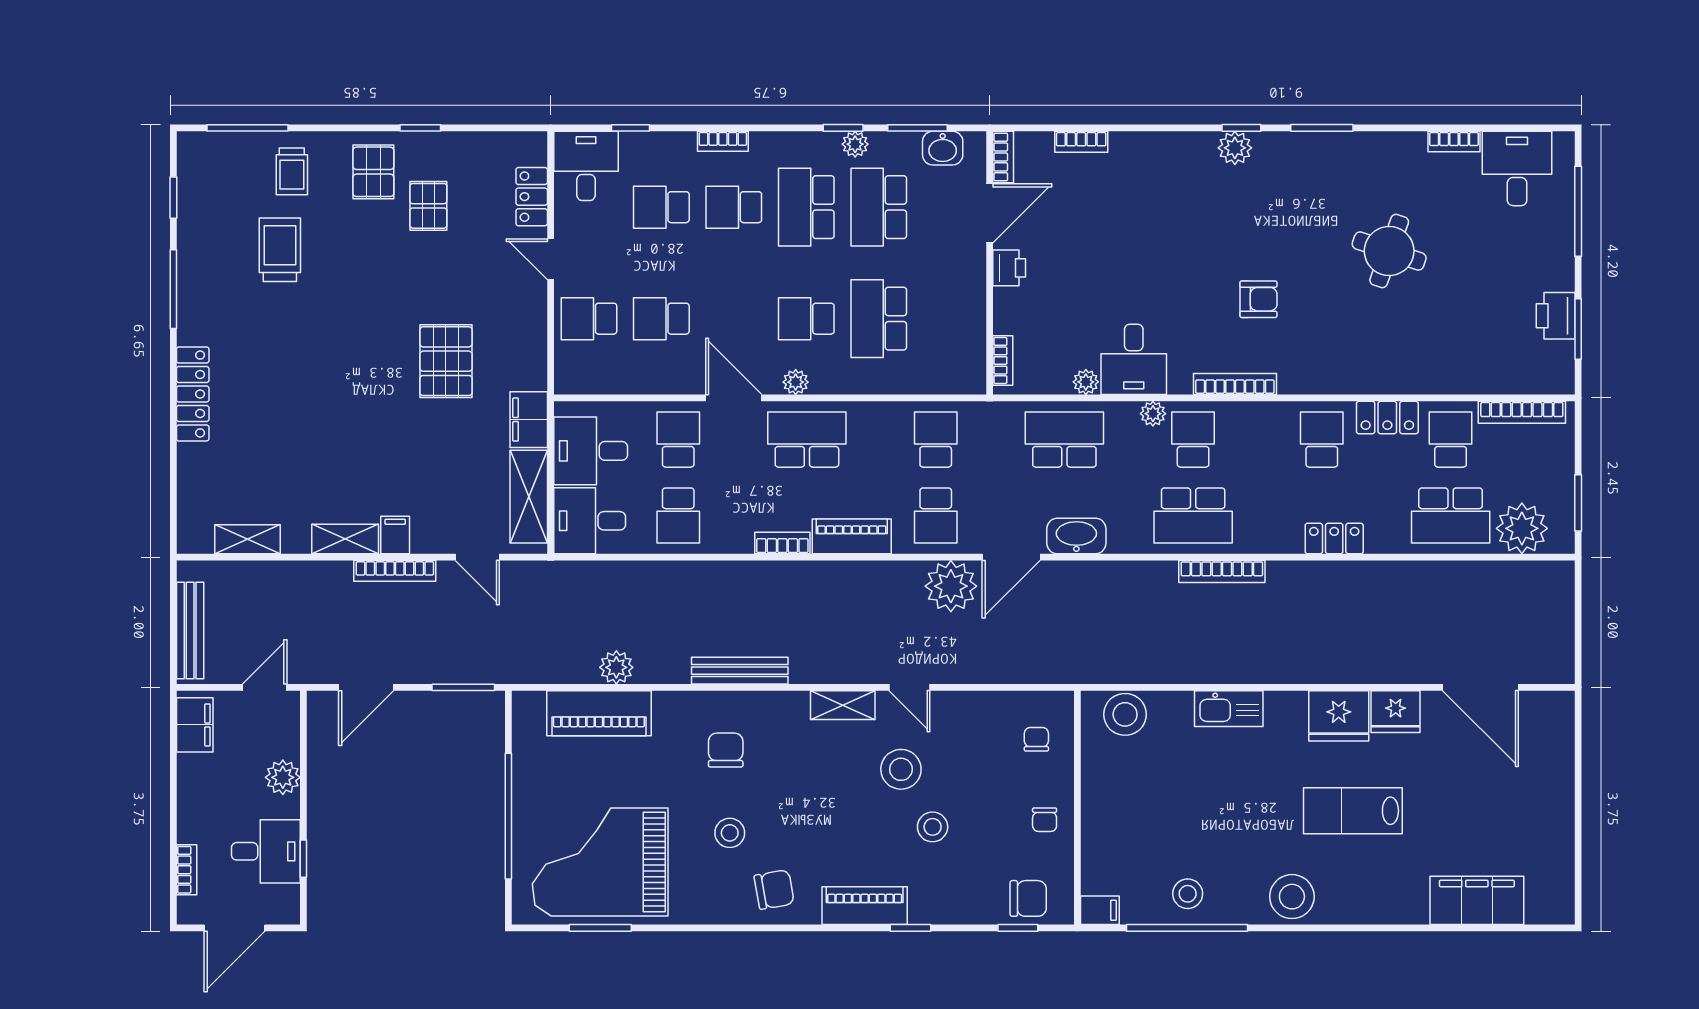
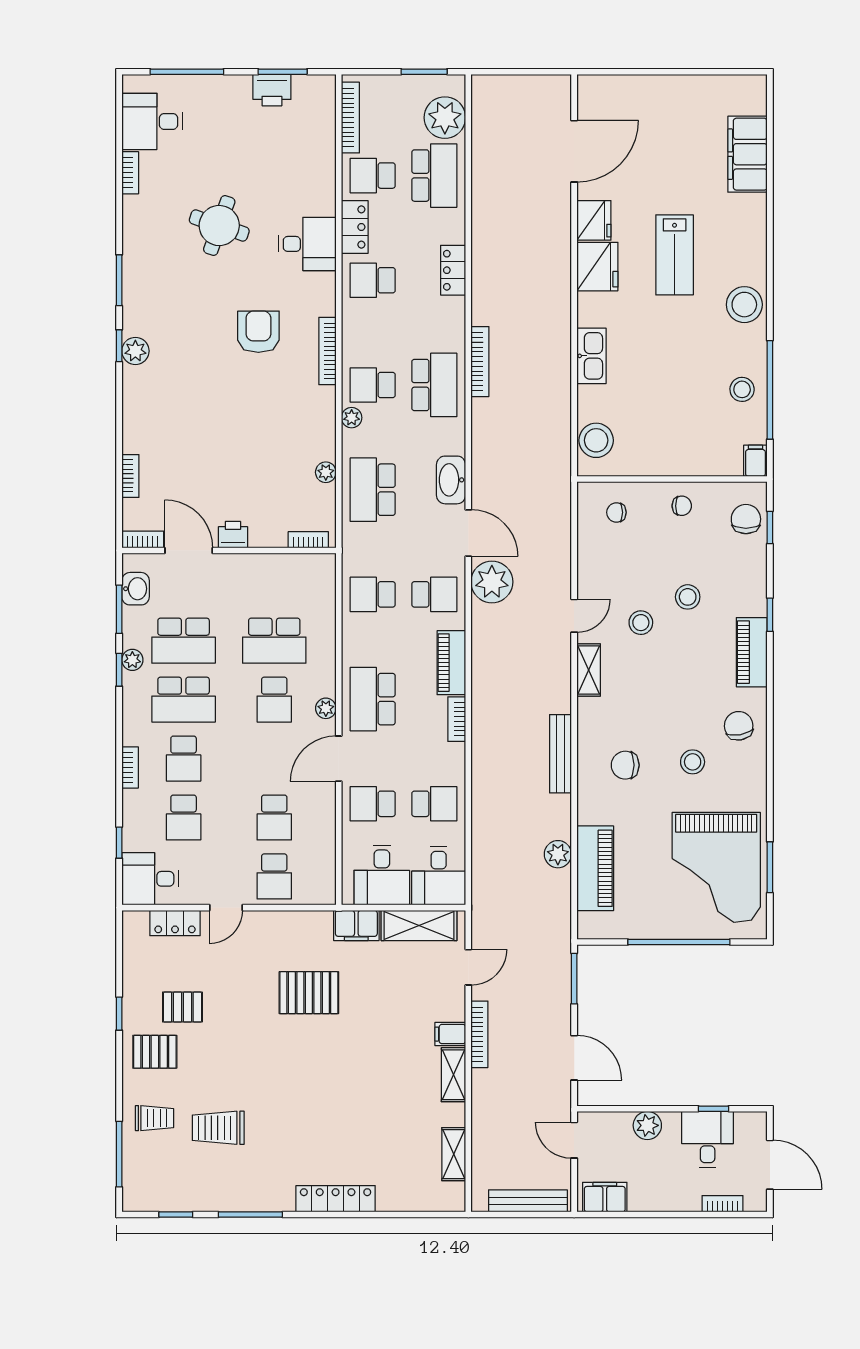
armchair: (1259, 299) -> (258, 332), width x1.38, depth x1.38
desk: (1134, 359) -> (307, 244), moved
stool: (901, 769) -> (641, 623), width x0.73, depth x0.73

